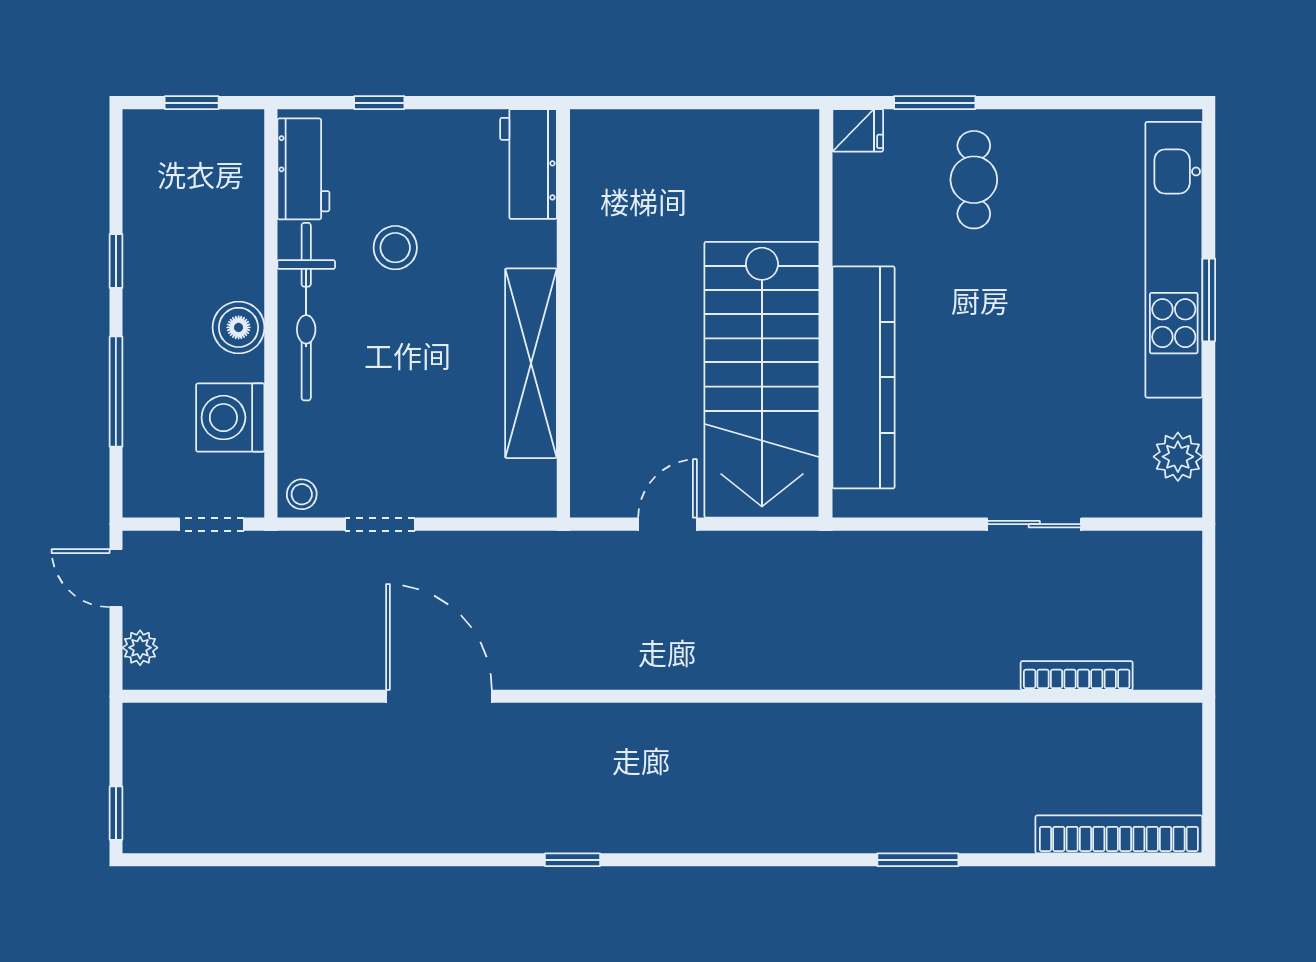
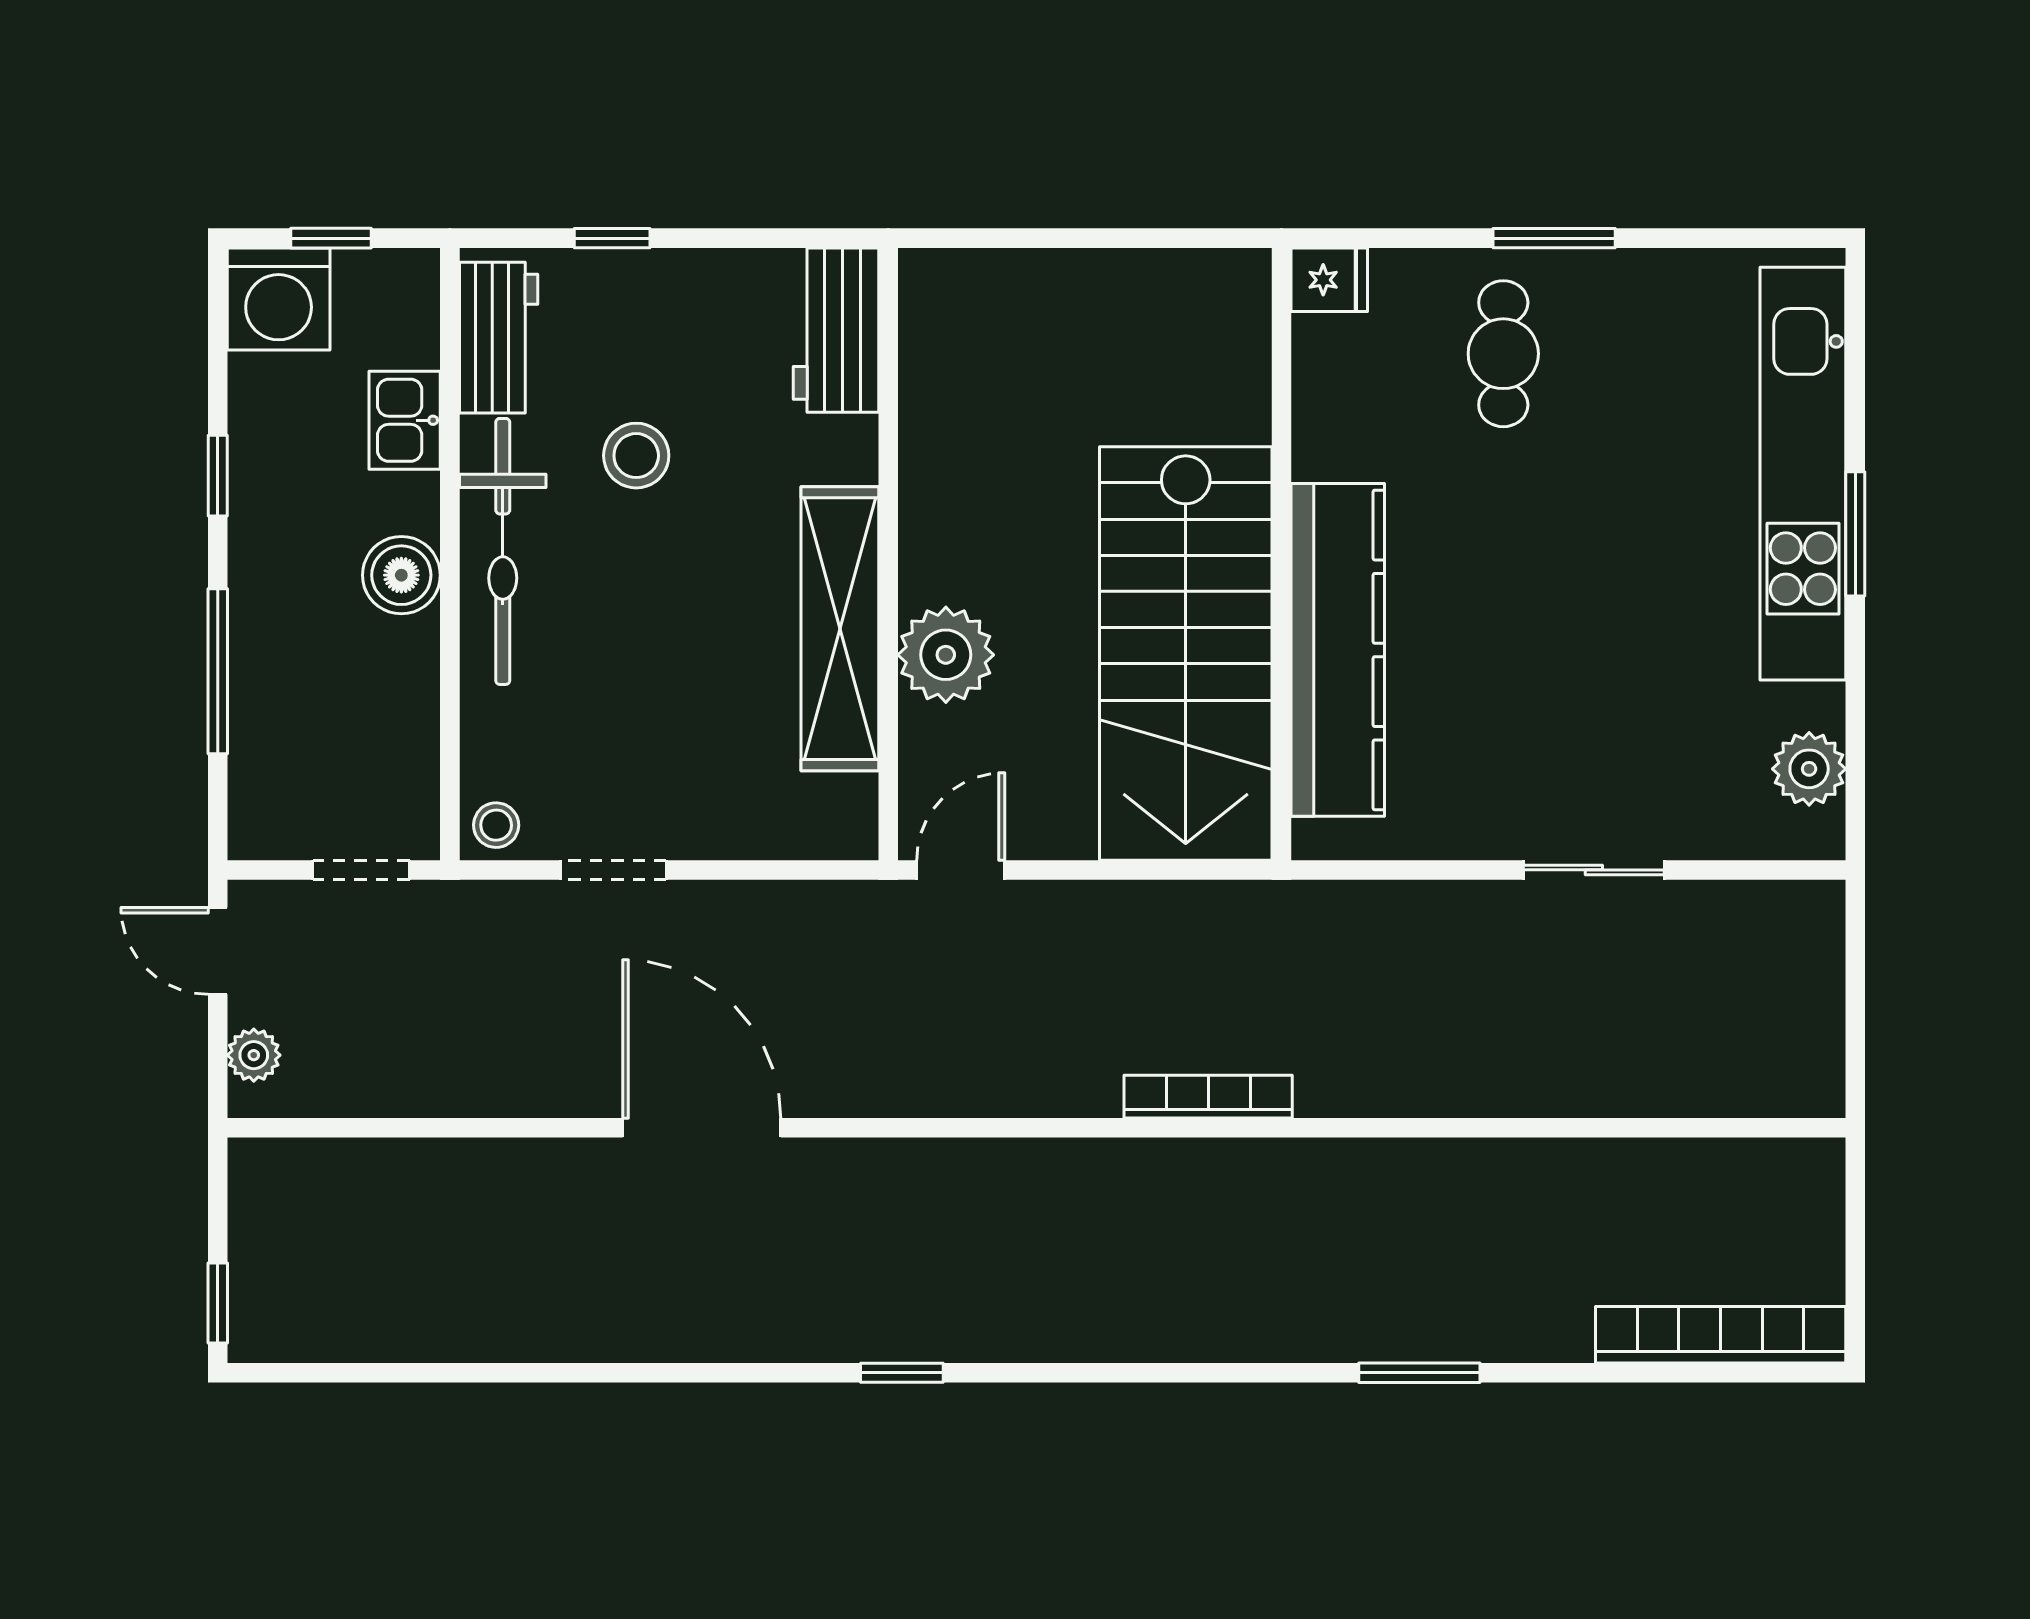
window: (935, 103) -> (1554, 238), moved
kitchen sink: (241, 224) -> (405, 420), added
plant: (602, 381) -> (946, 655), added
washing machine: (230, 418) -> (279, 299), moved, turned -90
door: (668, 524) -> (961, 870), moved
bookcase: (1077, 675) -> (1208, 1097), moved

